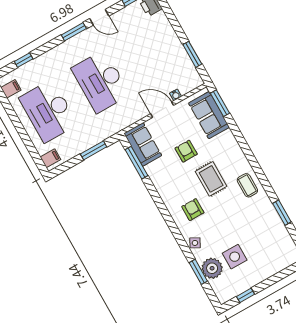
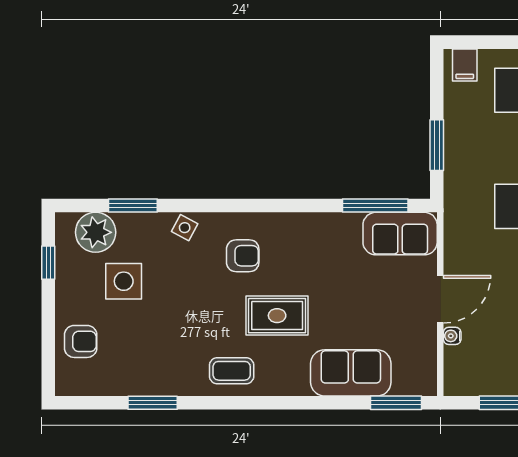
sofa: (209, 115) -> (351, 373), moved
armchair: (186, 151) -> (81, 341), moved
plant: (212, 268) -> (96, 232), moved

